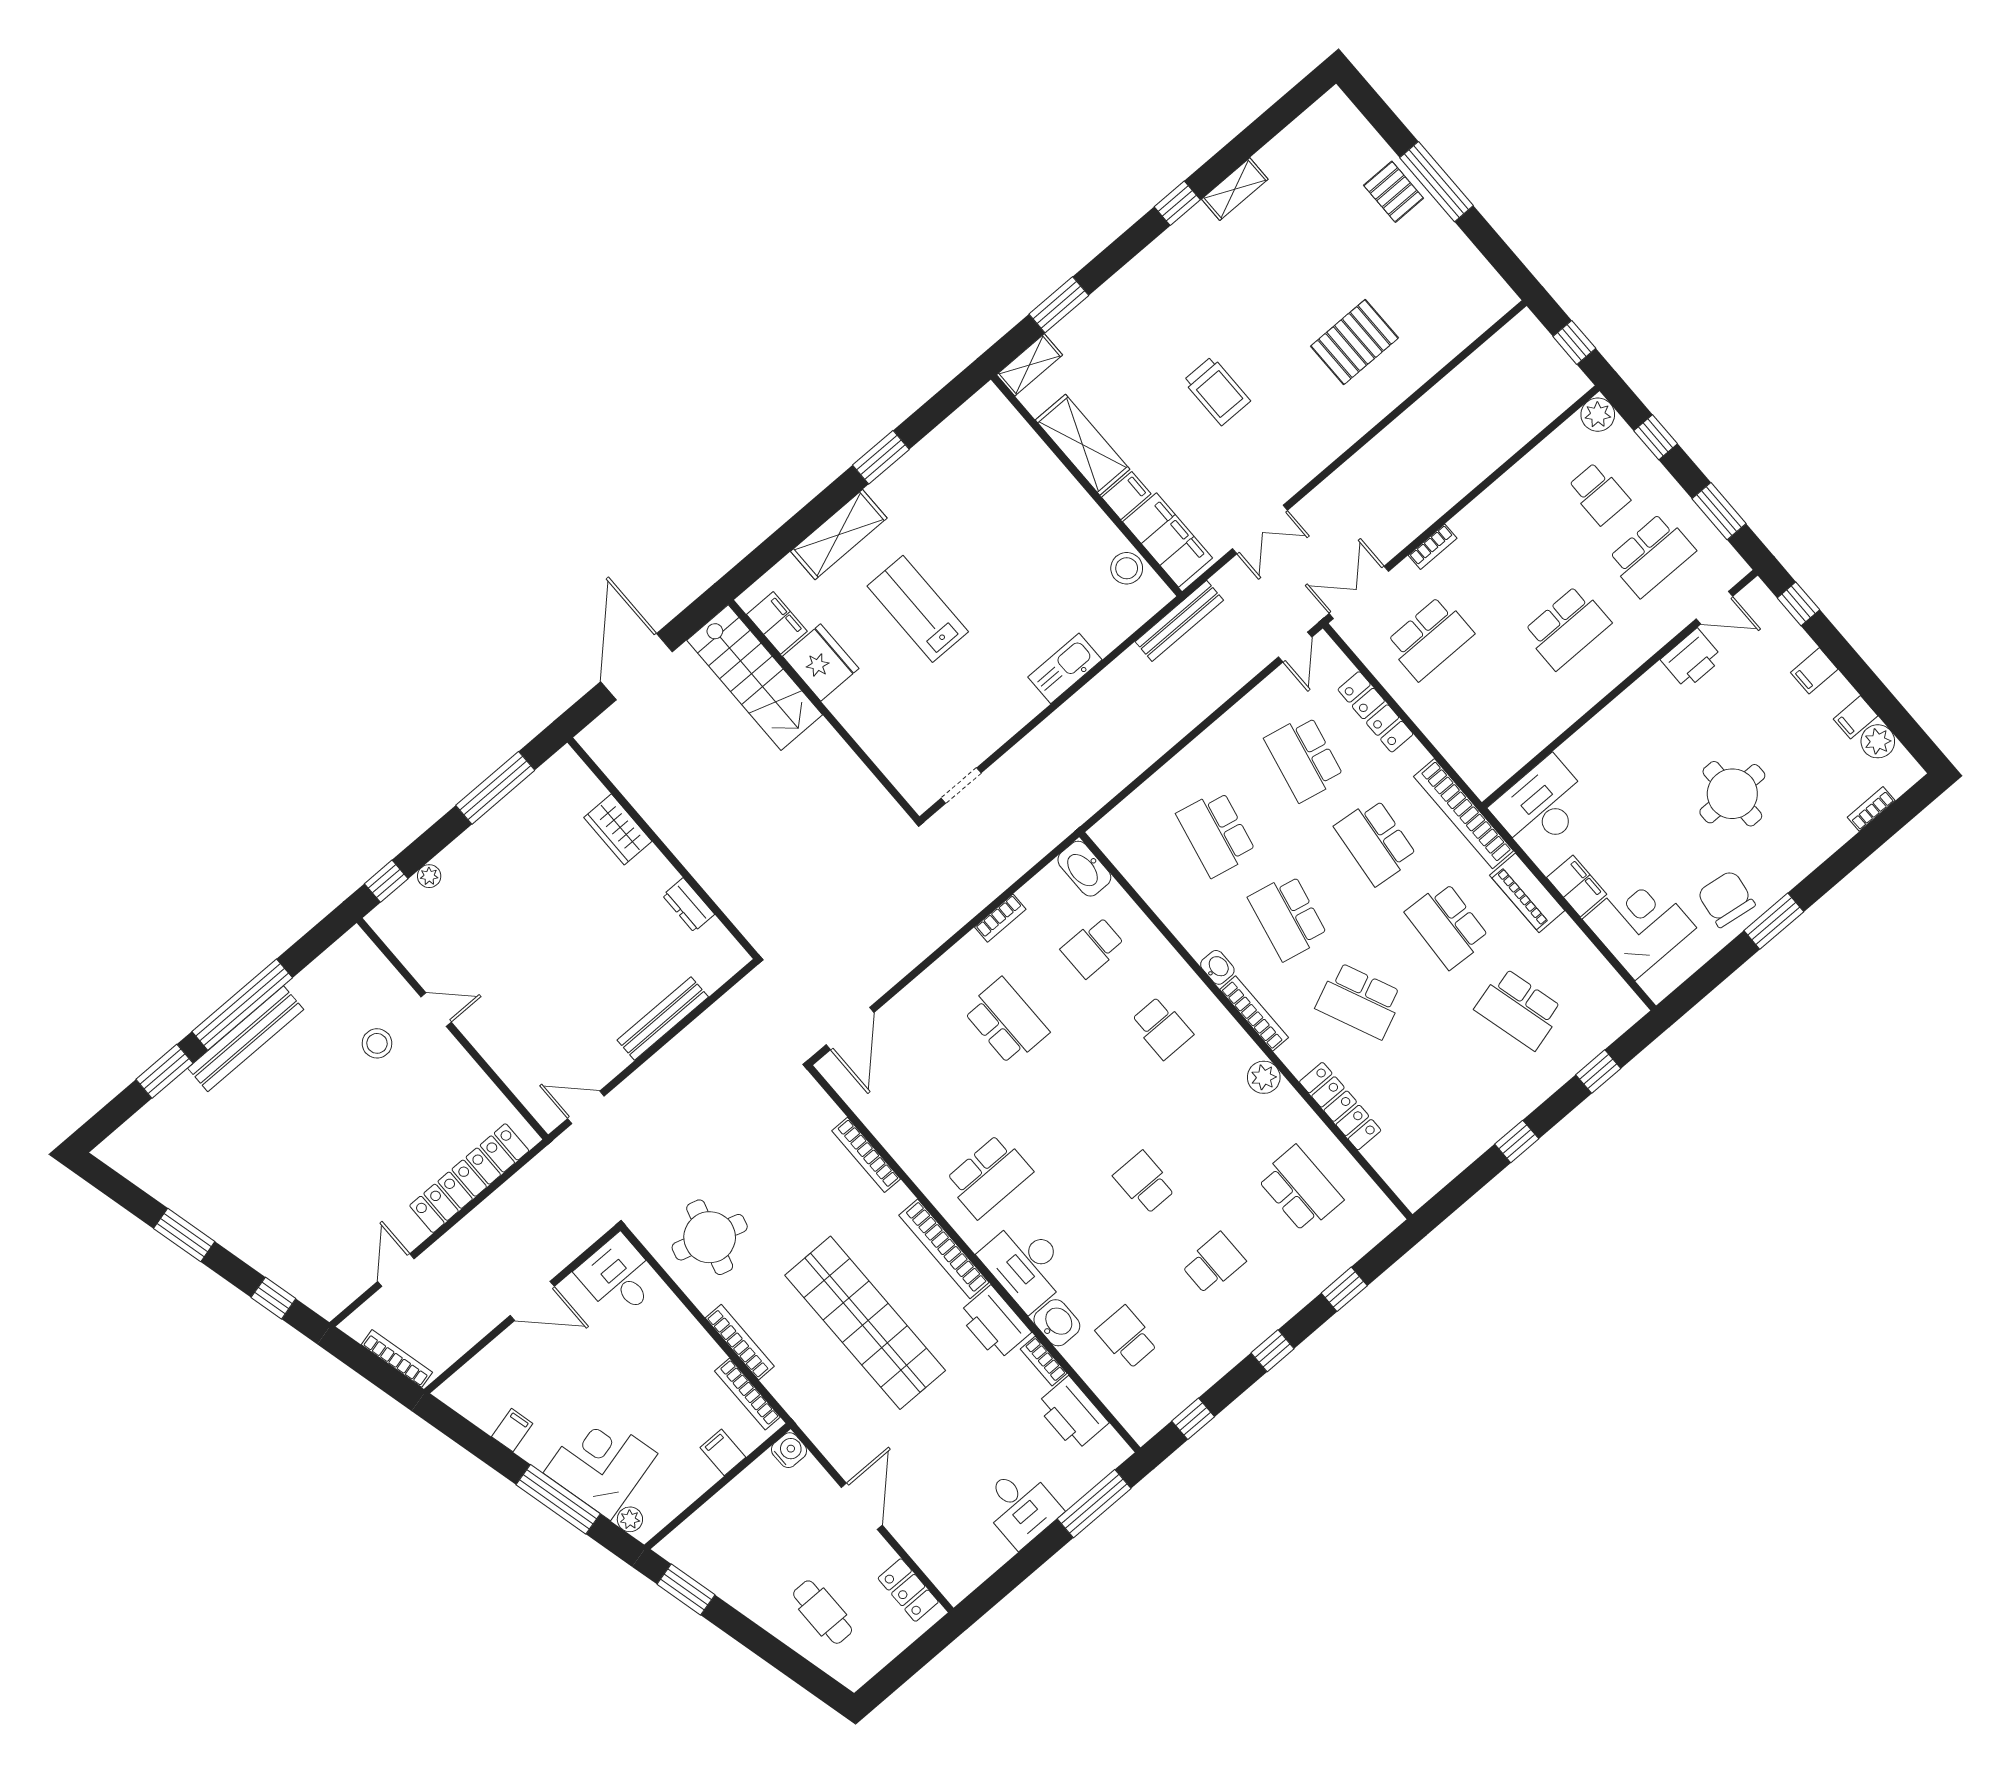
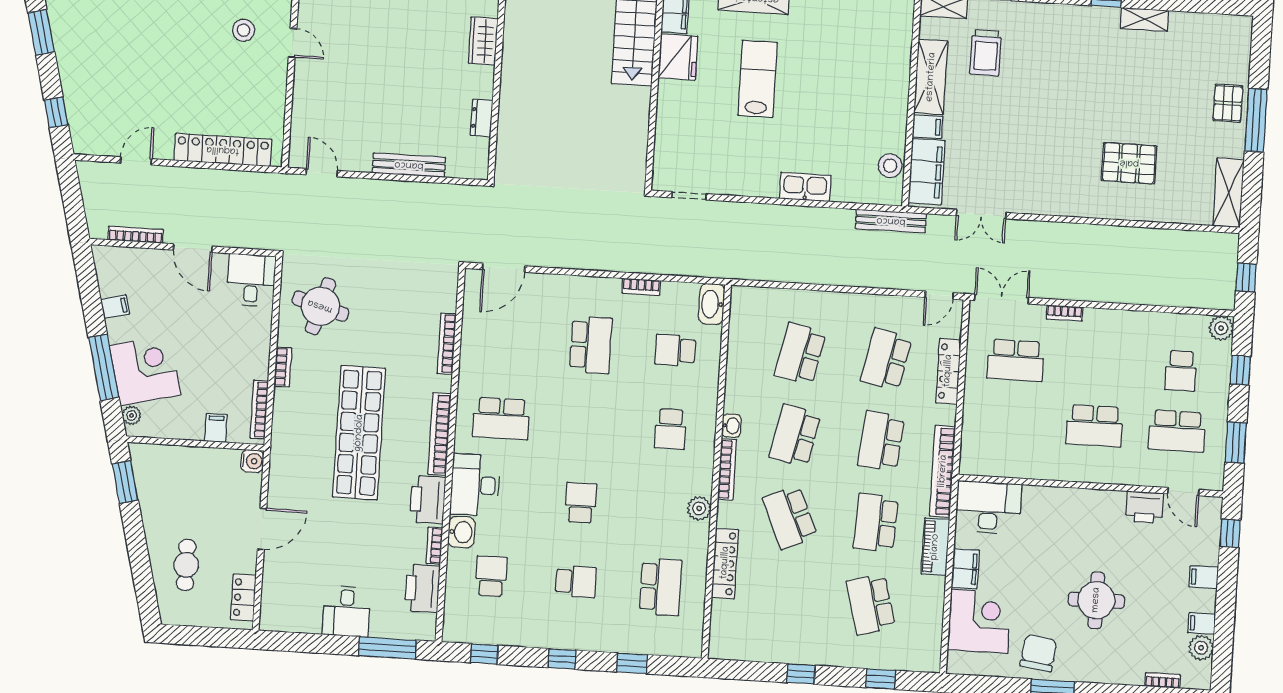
shelving: (1478, 277) -> (1229, 193), added
trolley: (1217, 391) -> (986, 53), moved
bookcase: (740, 1342) -> (283, 367), width x0.64
bookcase: (397, 1358) -> (136, 235), moved, turned -76

